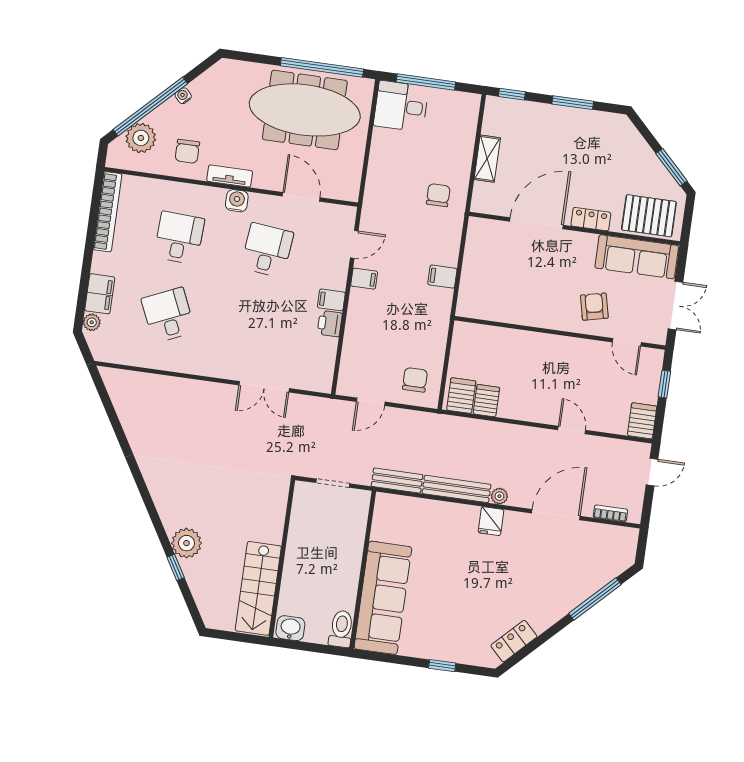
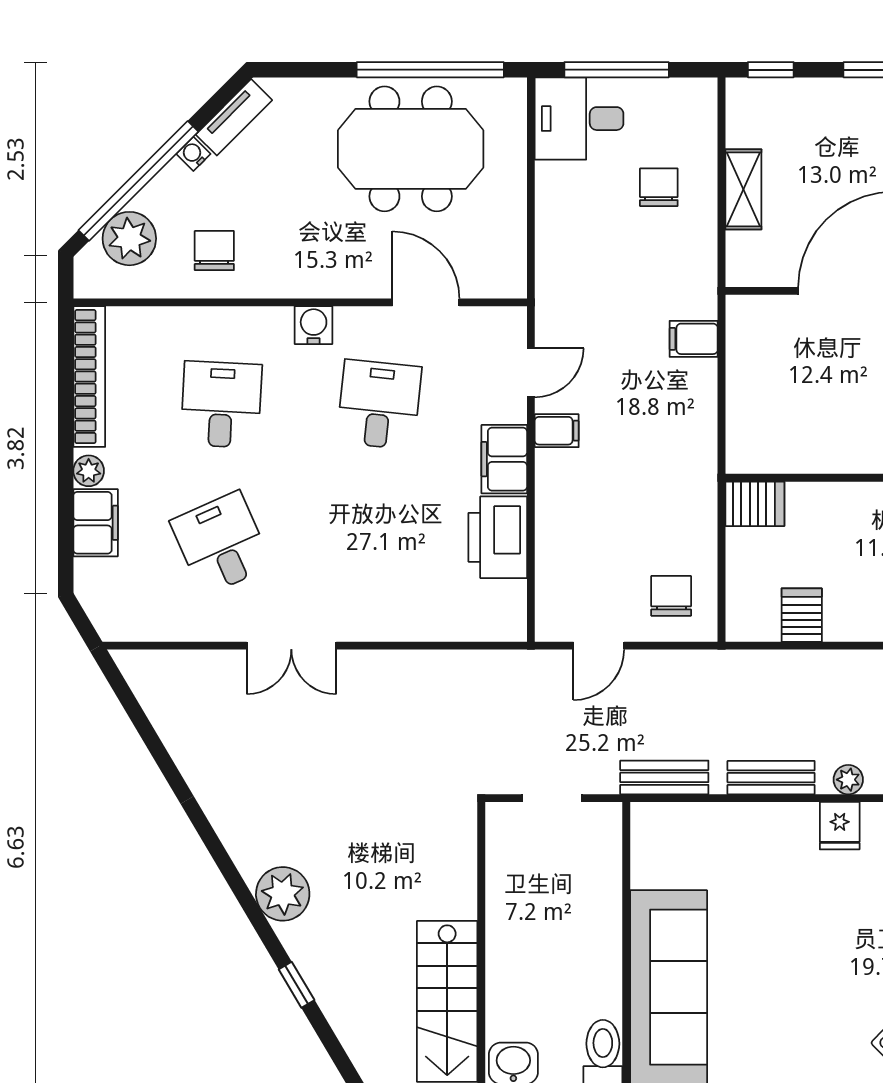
meeting table: (305, 110) -> (411, 149), width x0.73
chair: (187, 151) -> (214, 251), turned 180
tv unit: (230, 176) -> (234, 117), moved, turned 135
chair: (438, 195) -> (659, 187), moved
filing cabinet: (442, 277) -> (694, 339), moved
filing cabinet: (331, 300) -> (504, 459), width x2.00
plant: (92, 322) -> (89, 471), moved
printer: (330, 324) -> (498, 537), width x1.87, depth x1.48
double door: (264, 387) -> (291, 646), moved
server rack: (461, 396) -> (755, 504), moved, turned 90
bench: (457, 489) -> (771, 778), width x0.73
plant: (187, 543) -> (283, 894), moved

